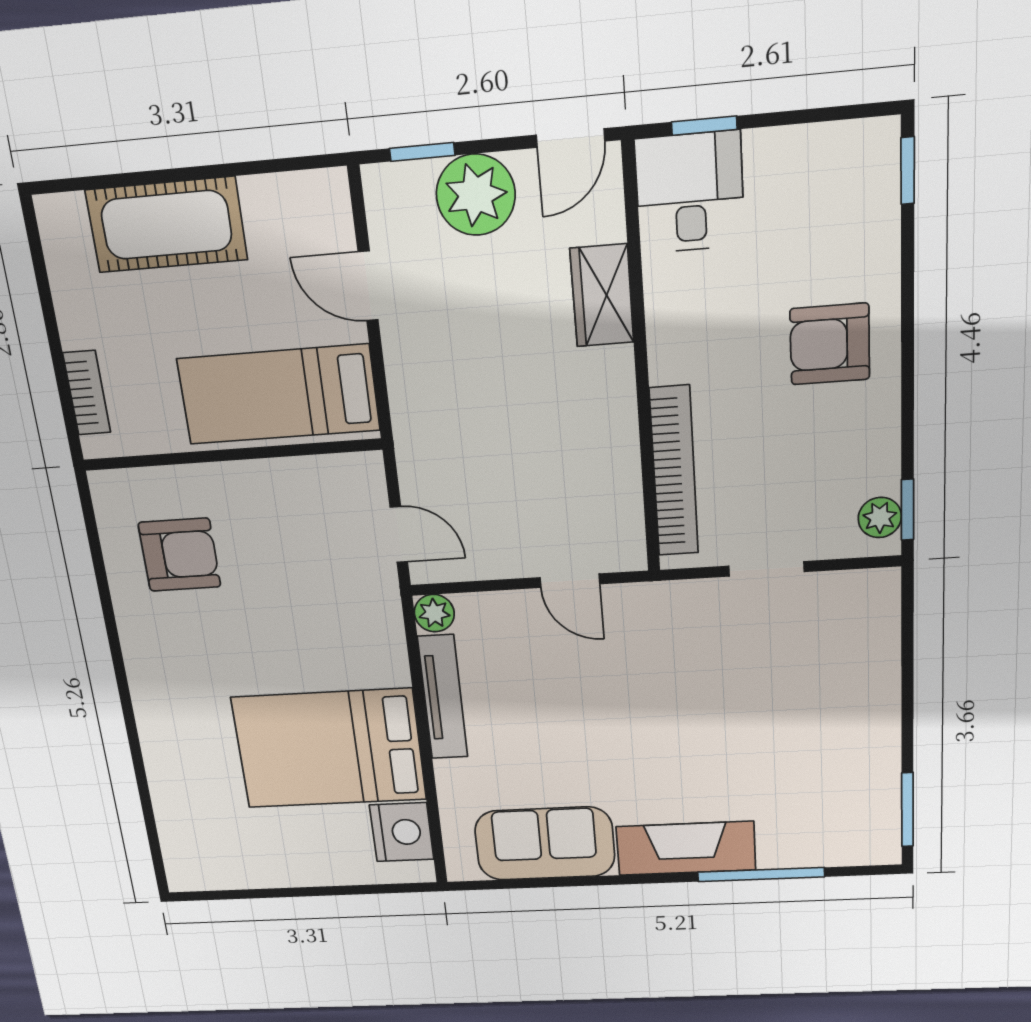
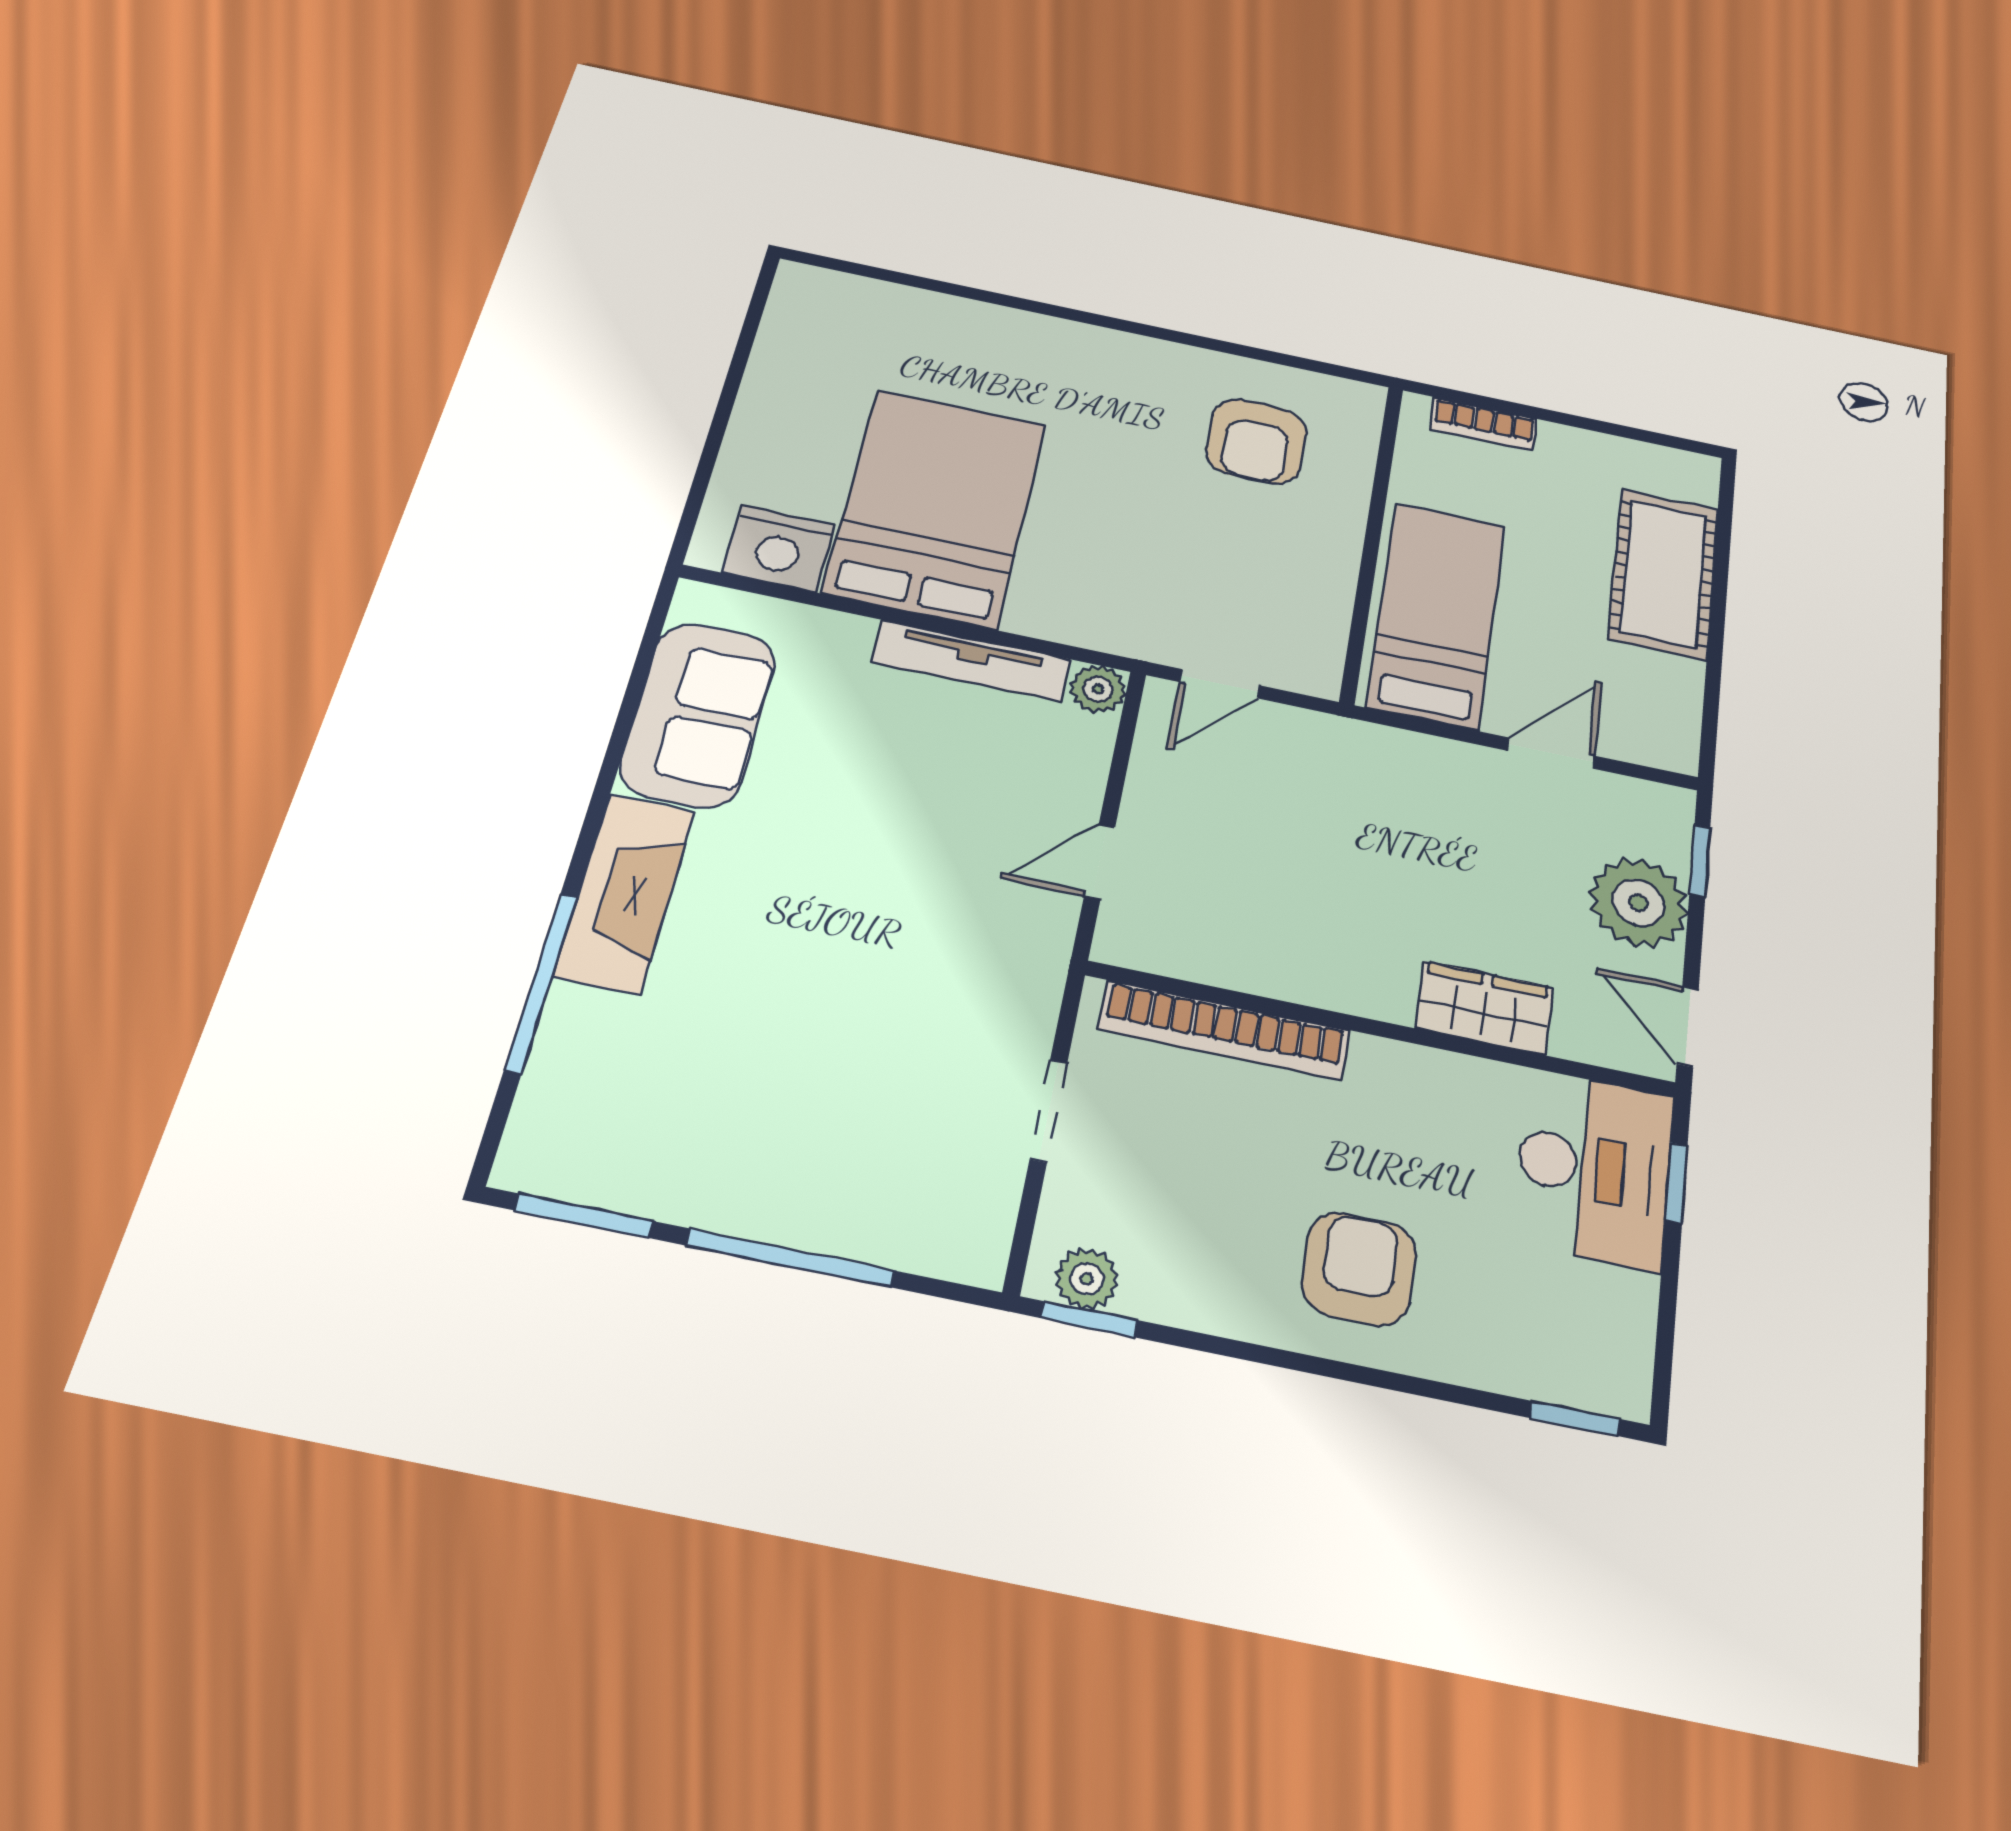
desk: (690, 192) -> (1594, 1169), width x1.37
window: (907, 693) -> (791, 1258), added

